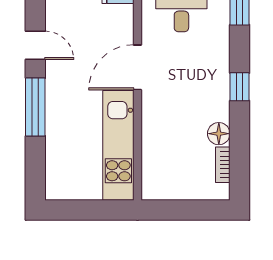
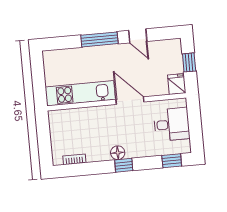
door: (35, 45) -> (138, 36), hinge flipped
floor lamp: (219, 134) -> (118, 153), moved

